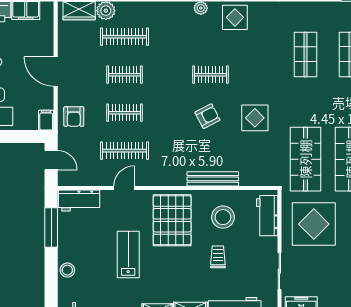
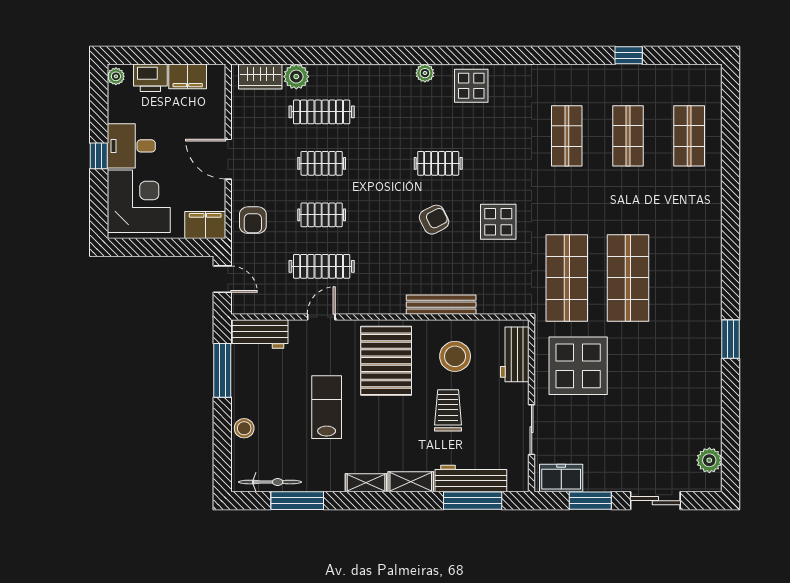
filing cabinet: (46, 120) -> (205, 225), width x2.00
trolley: (218, 257) -> (448, 410), width x1.36, depth x1.39

